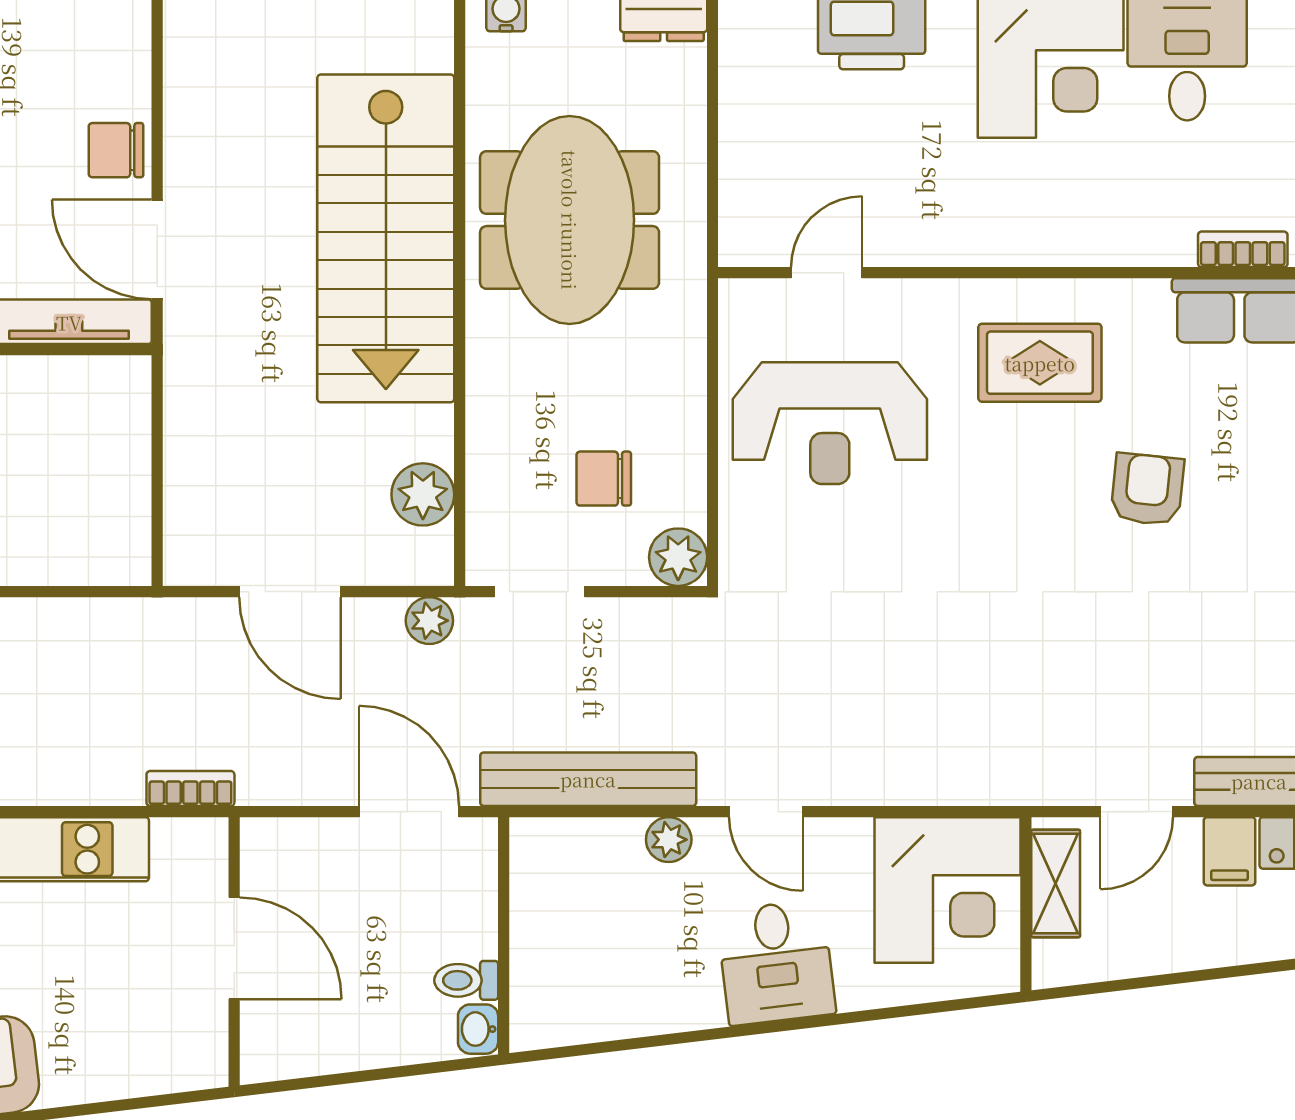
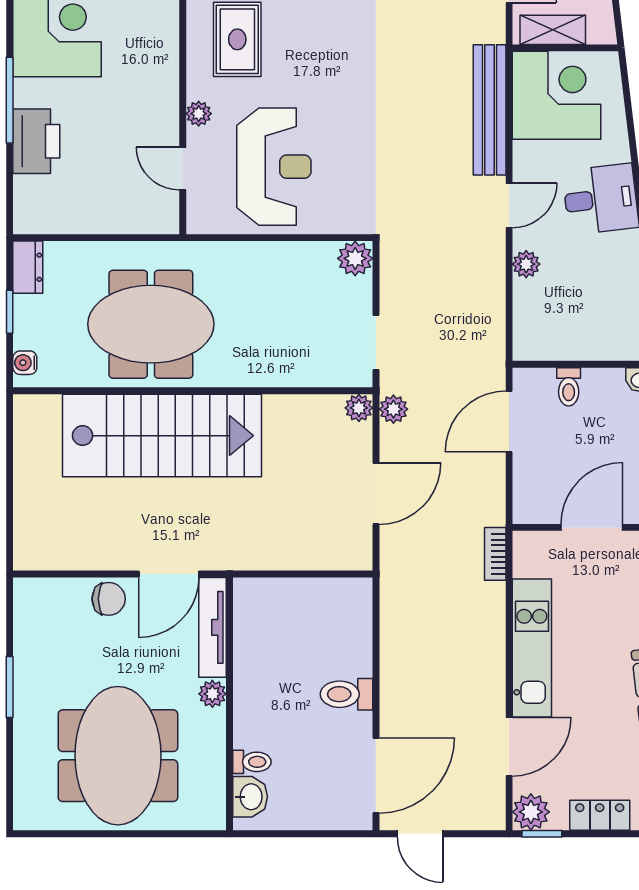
chair: (116, 150) -> (109, 599), turned -90
plant: (917, 299) -> (199, 114), added
chair: (604, 479) -> (308, 304), removed
plant: (423, 494) -> (359, 408), moved, width x0.73, depth x0.73
bench: (588, 779) -> (490, 110), moved
toilet: (466, 980) -> (569, 387), moved

